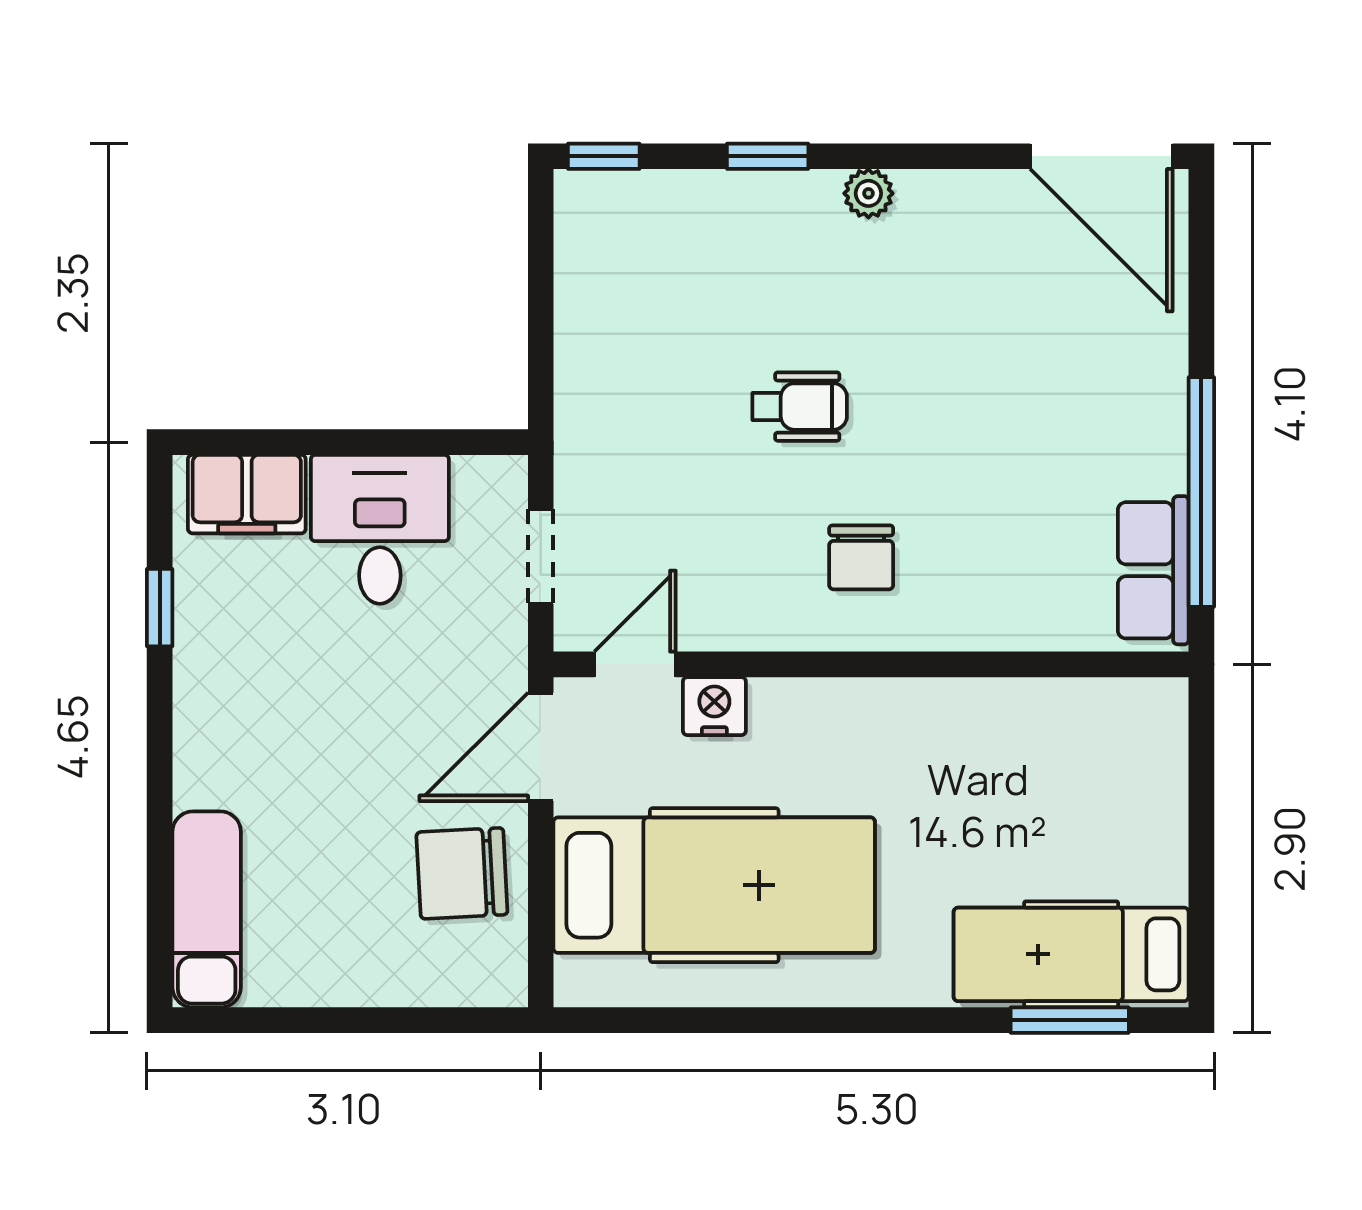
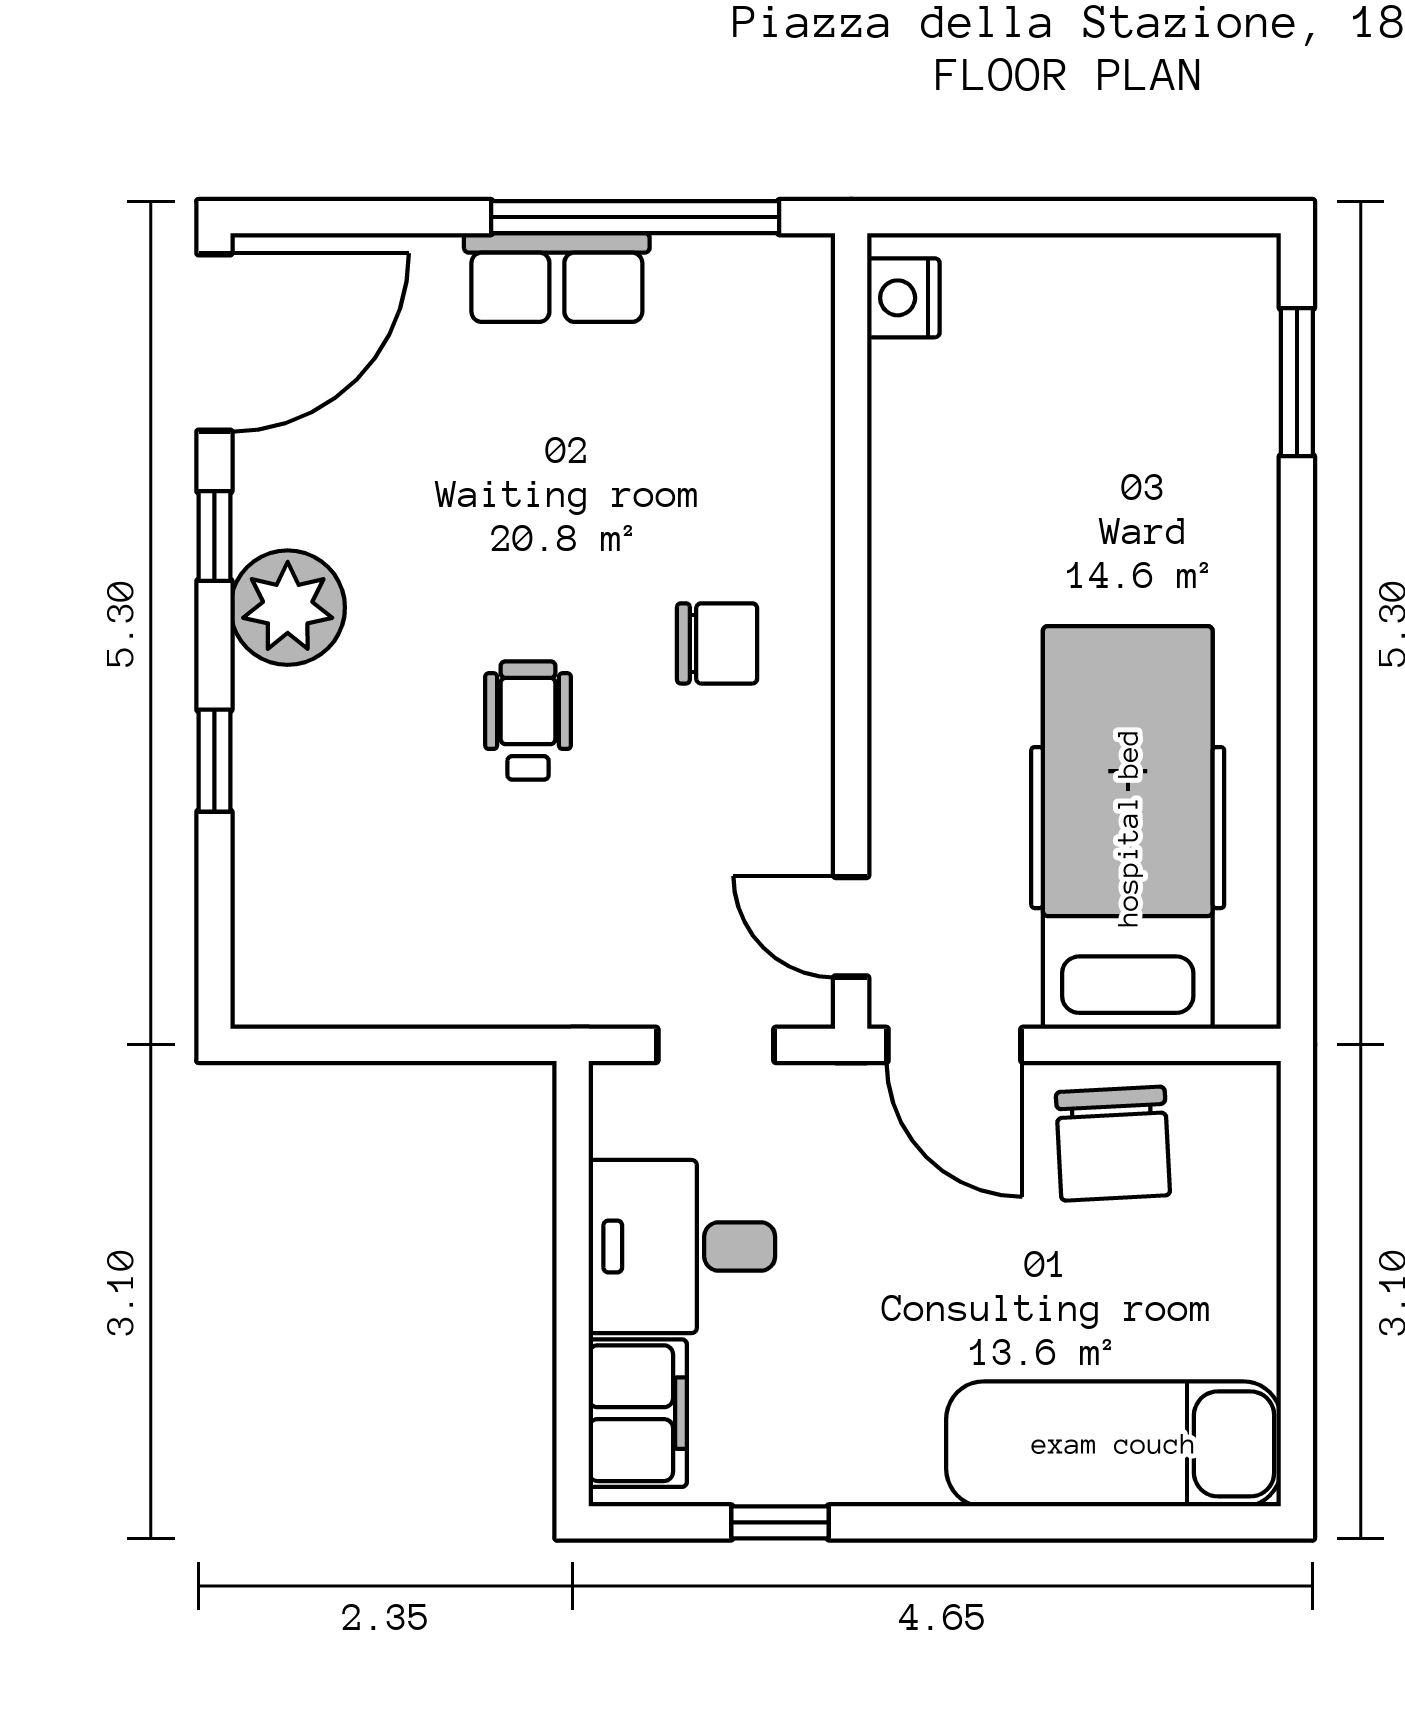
window: (604, 156) -> (214, 536), moved
plant: (868, 193) -> (288, 608), width x1.88, depth x1.88
row of seats: (1153, 570) -> (557, 277), moved
nightstand: (714, 706) -> (903, 298), moved
exam couch: (207, 909) -> (1114, 1444), width x1.36, depth x1.45
hospital bed: (1071, 954) -> (1214, 380), removed

